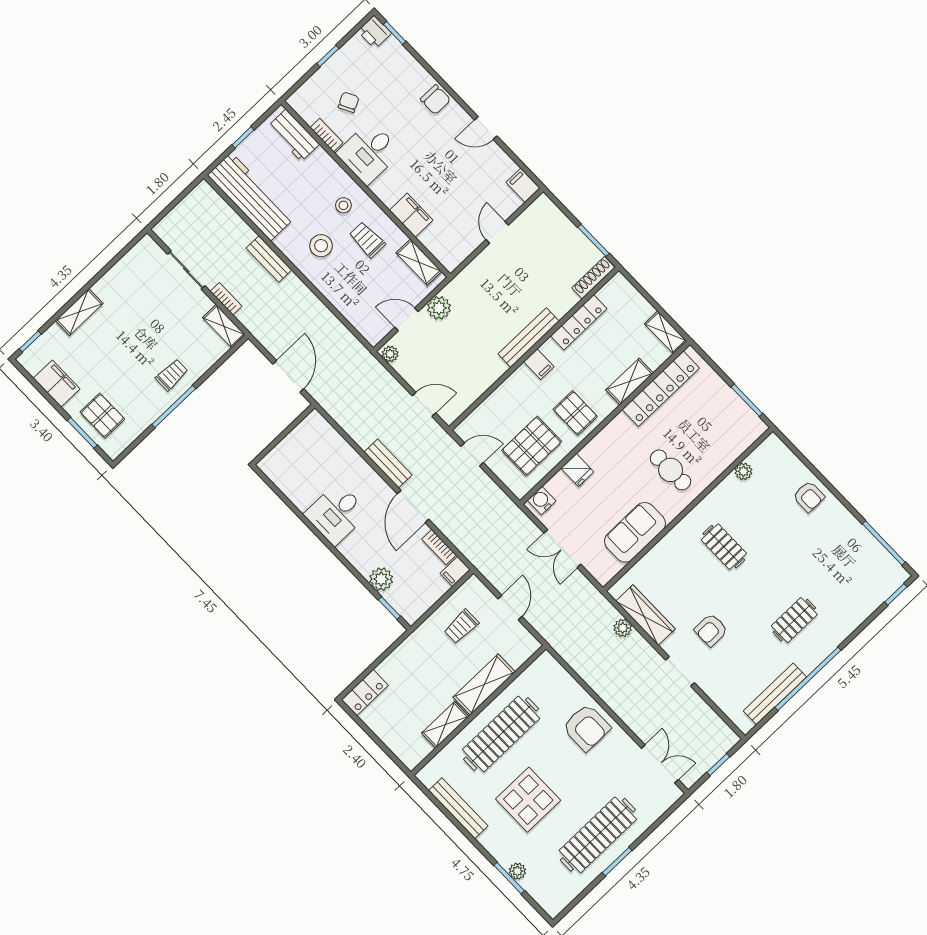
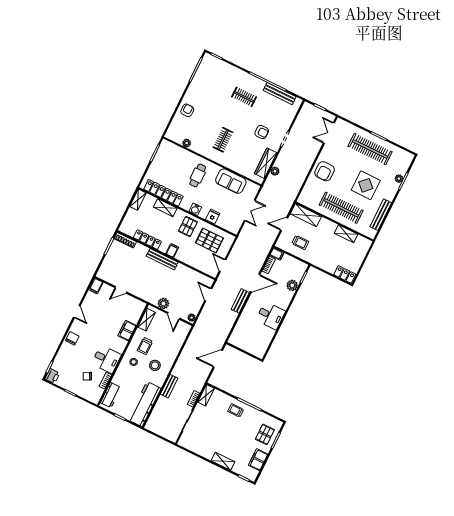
water cooler: (542, 501) -> (195, 209), moved
shelving: (484, 685) -> (306, 215), moved
armchair: (586, 727) -> (325, 171), turned 180

